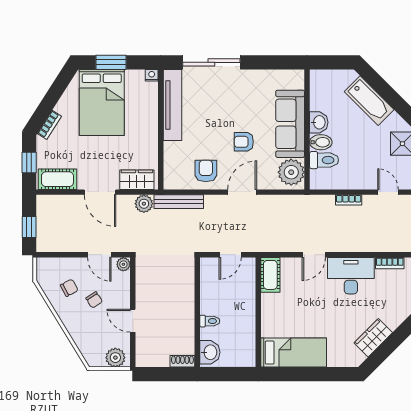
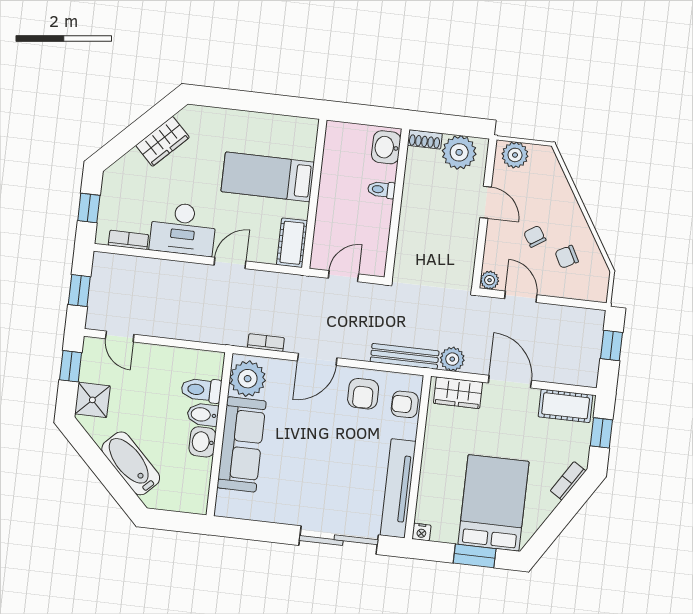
armchair: (244, 142) -> (405, 404), moved, turned 180
bookcase: (349, 200) -> (266, 343), moved
bed: (294, 353) -> (268, 177), moved
plant: (156, 355) -> (459, 152), added

